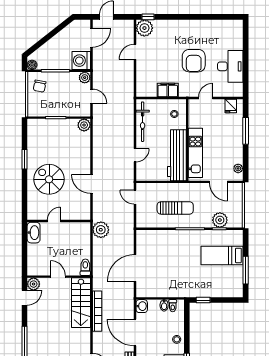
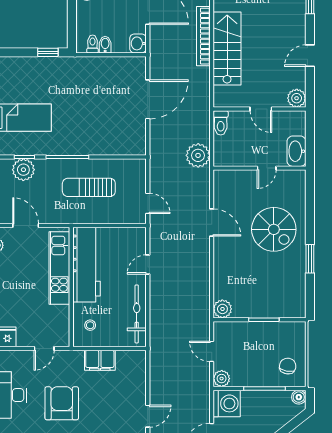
toilet: (85, 267) -> (221, 123), moved
door: (58, 277) -> (261, 109), moved
wall: (59, 277) -> (260, 109), moved
plant: (34, 284) -> (297, 98), moved

